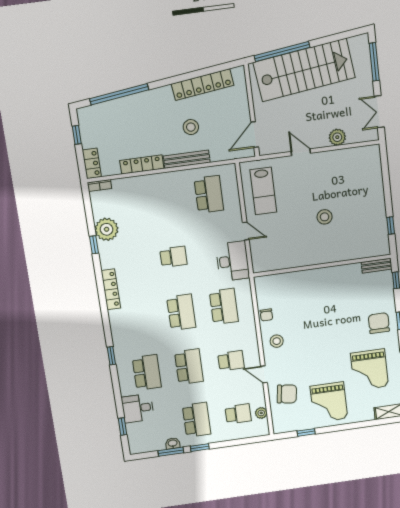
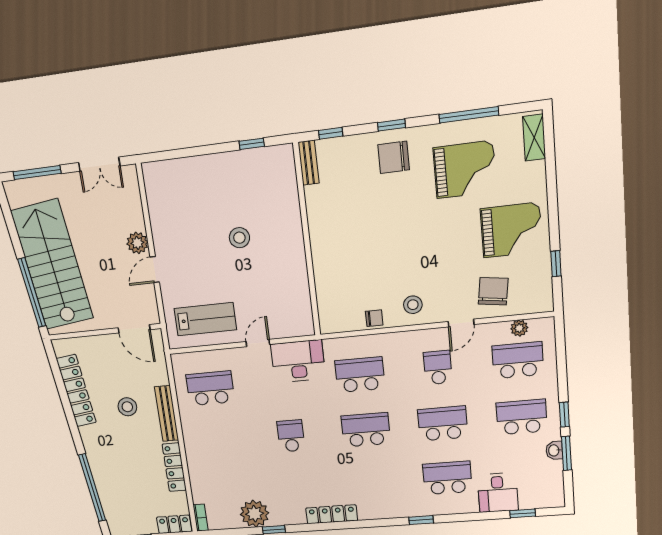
plant: (337, 137) -> (137, 243), moved
school desk: (238, 414) -> (518, 360), width x1.85

